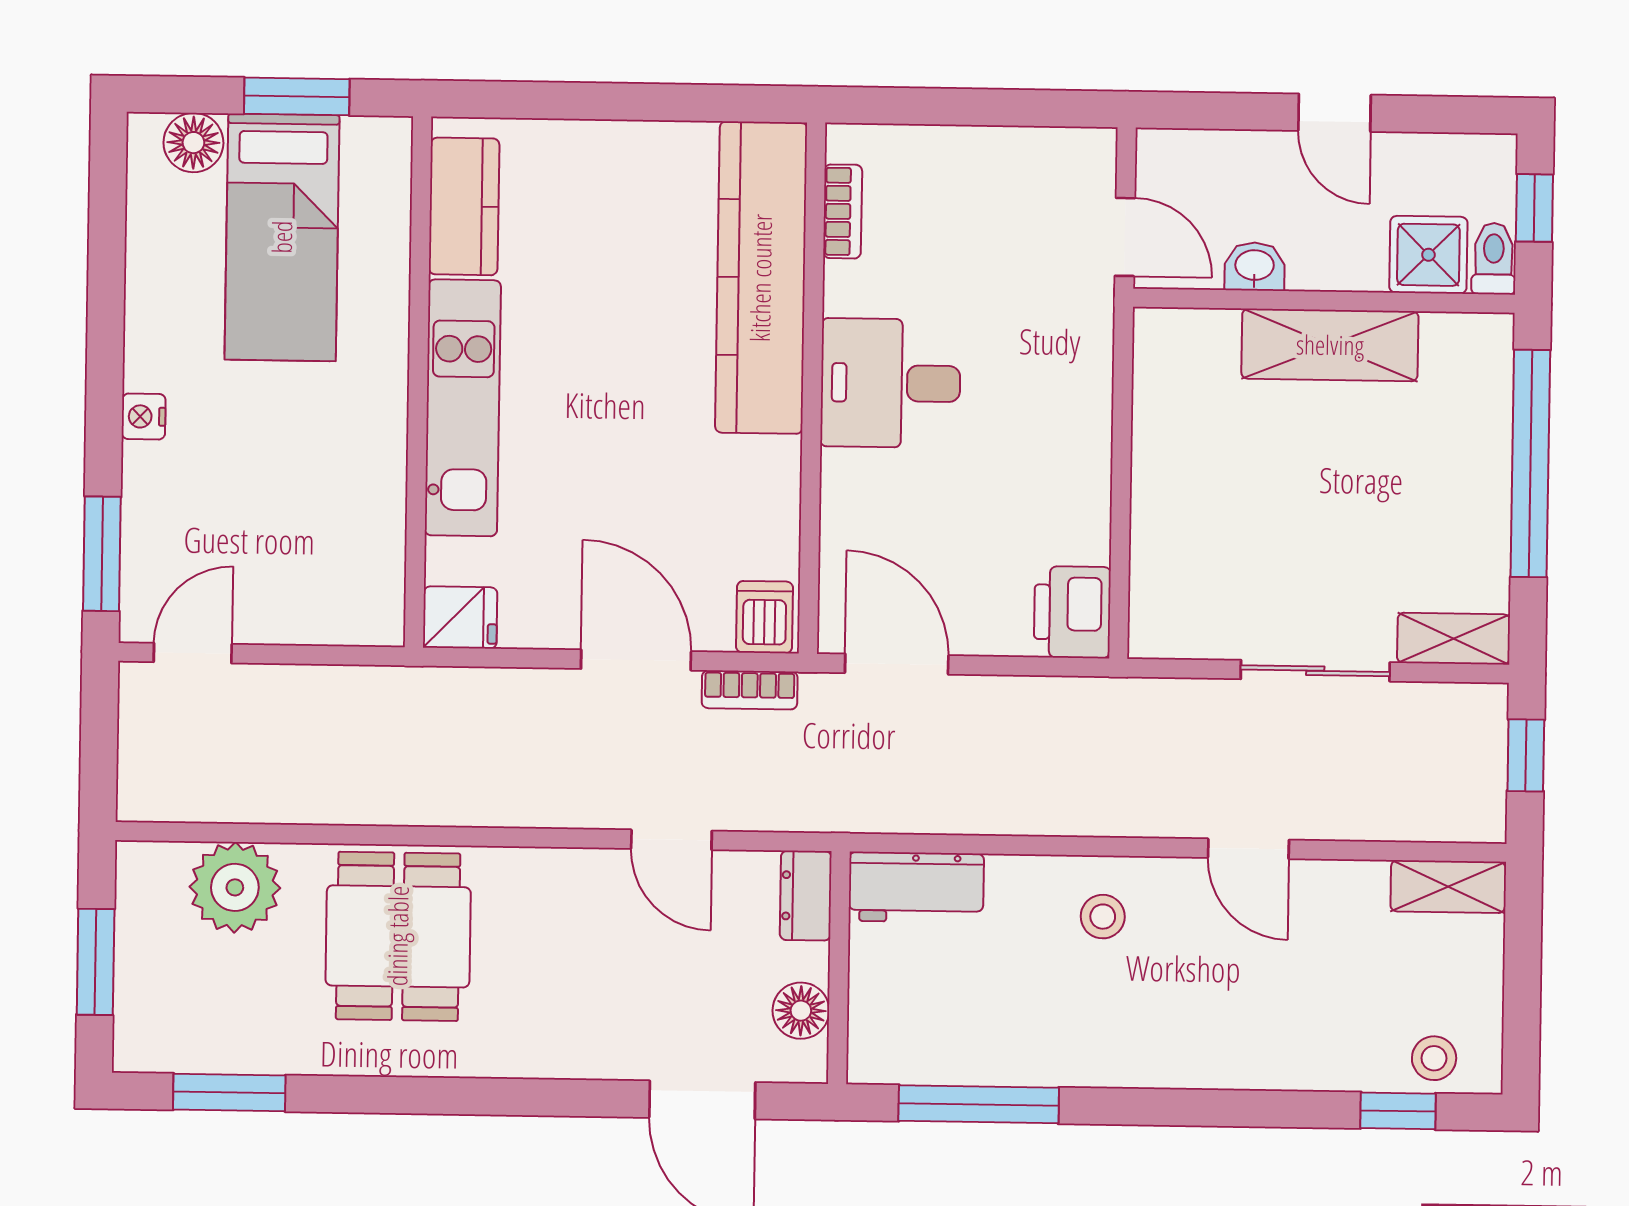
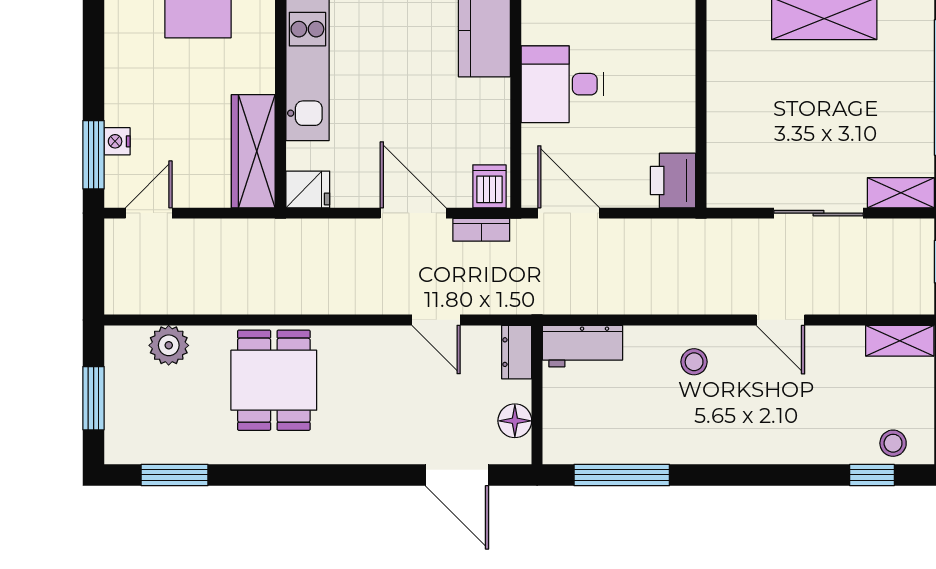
desk: (890, 383) -> (562, 84), moved
nightstand: (144, 417) -> (117, 141), moved
wardrobe: (370, 552) -> (253, 151), added
plant: (235, 887) -> (169, 345), width x0.73, depth x0.73

